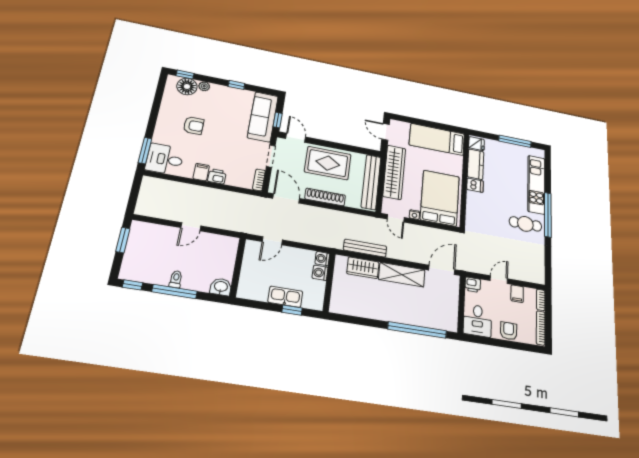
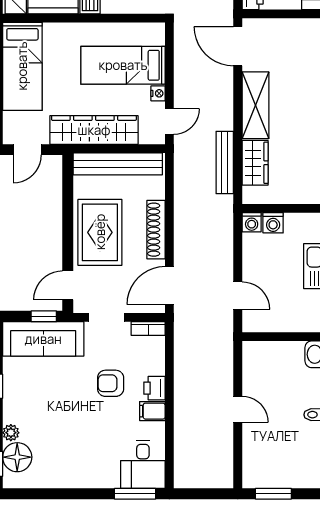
armchair: (194, 126) -> (111, 383), moved, turned -90
bed: (440, 198) -> (123, 65), width x0.67

